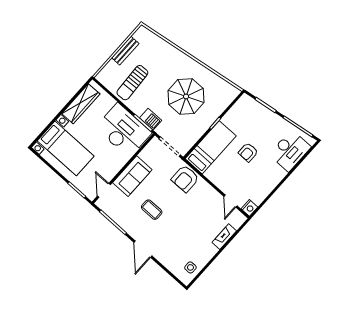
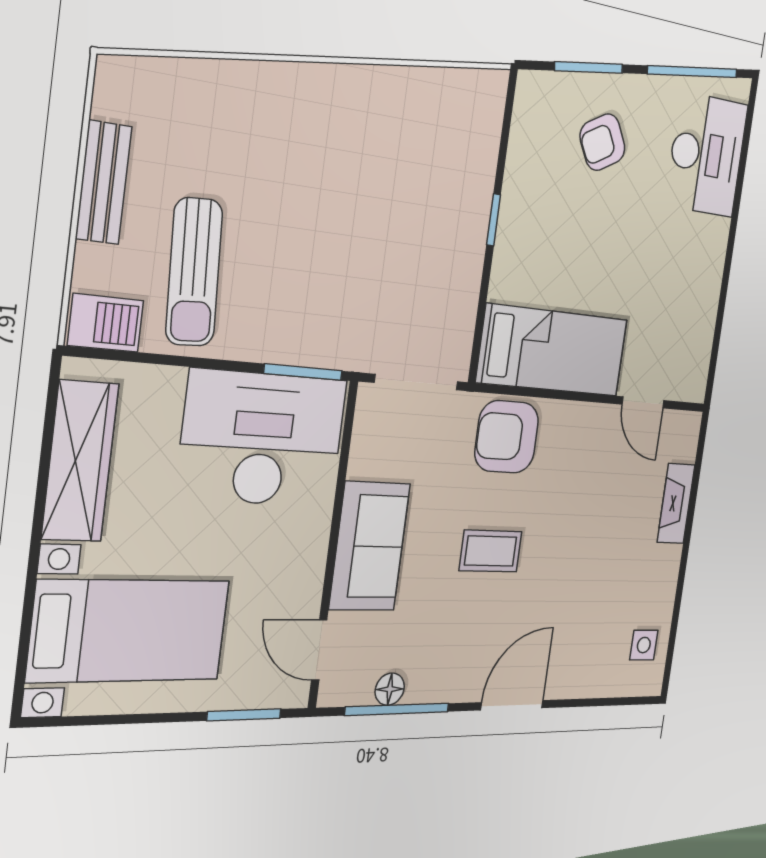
parasol: (186, 96) -> (373, 199), removed
barbecue: (151, 119) -> (106, 323), moved
bed: (211, 147) -> (553, 351), moved, turned 90
armchair: (248, 152) -> (602, 142), moved, turned 61
armchair: (185, 179) -> (507, 437), turned 90
nightstand: (249, 208) -> (693, 383), removed
coffee table: (152, 210) -> (491, 551), moved
floor lamp: (114, 215) -> (390, 689), added
door: (143, 249) -> (512, 705), swing flipped

